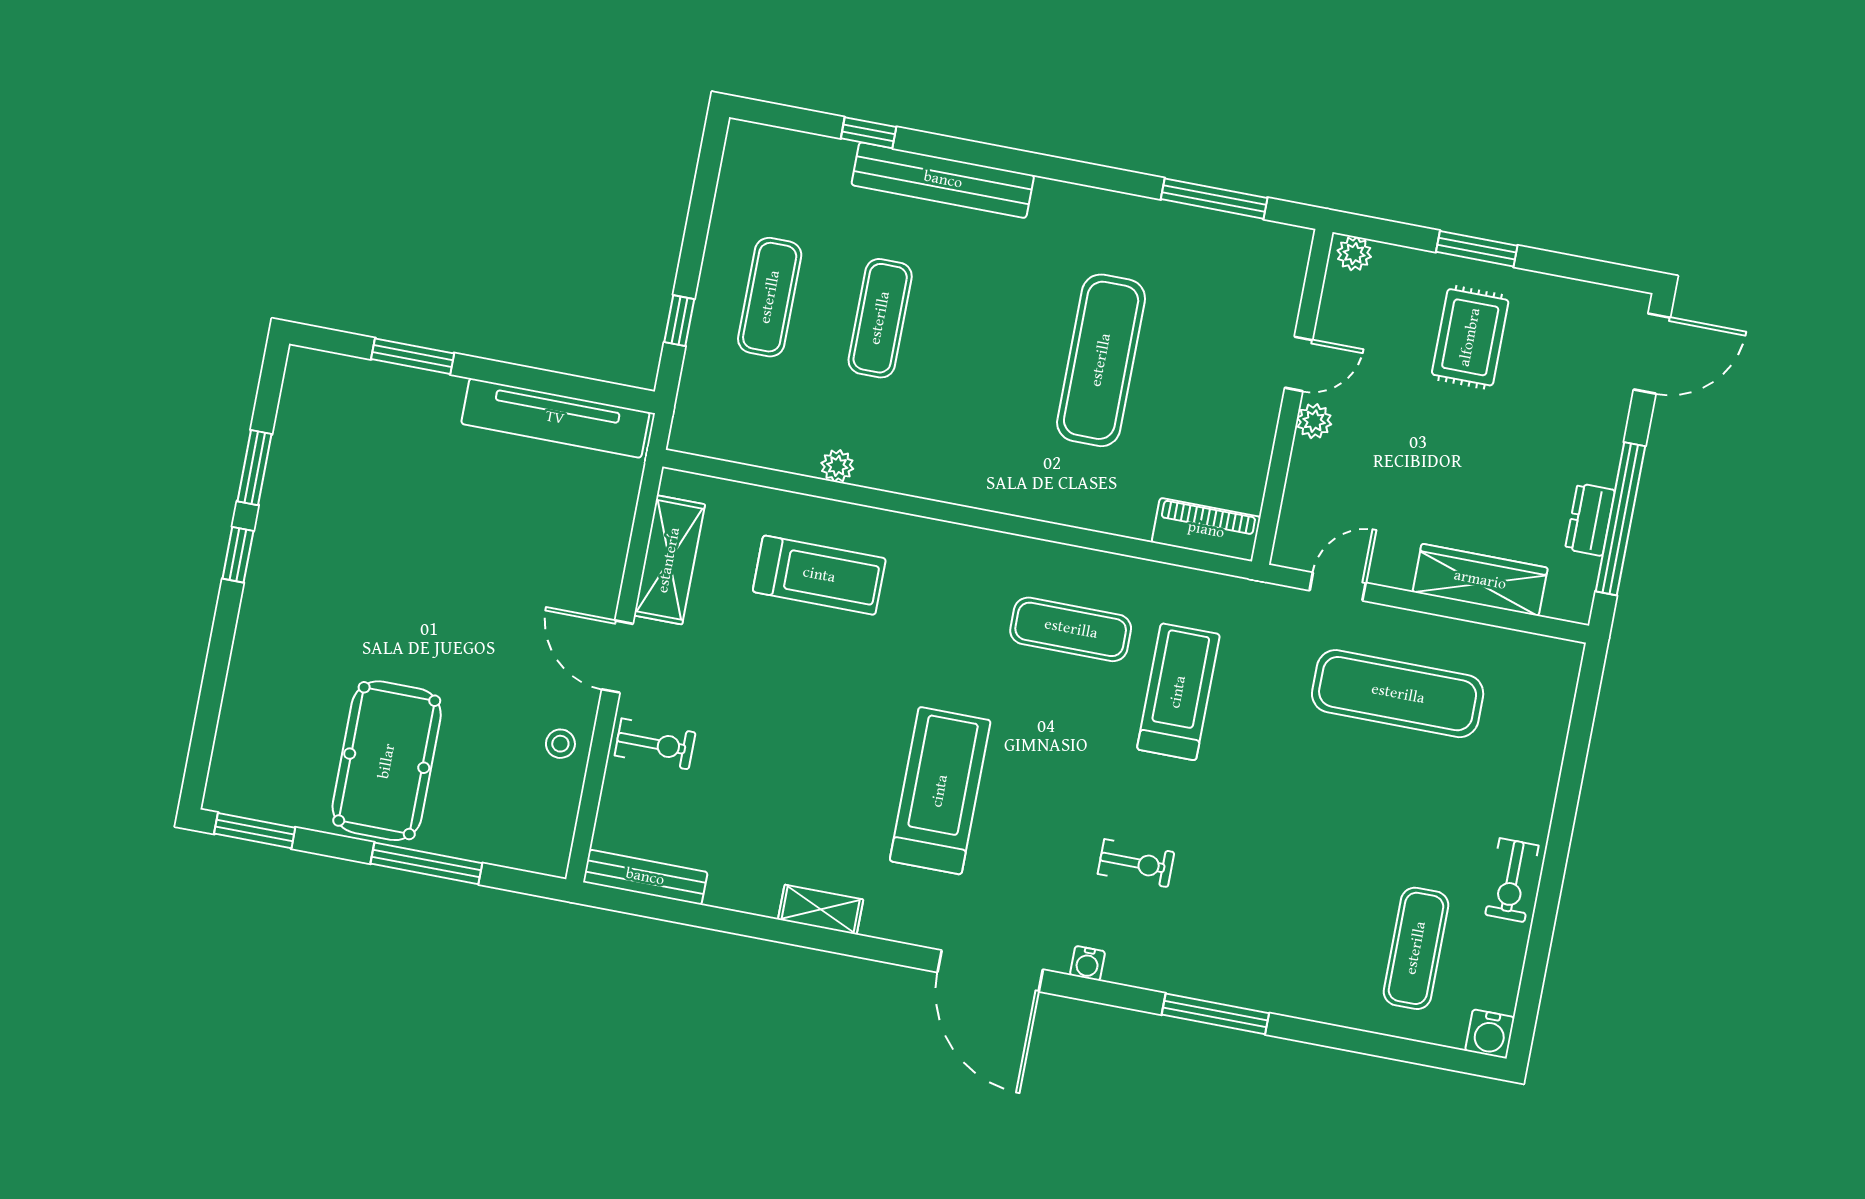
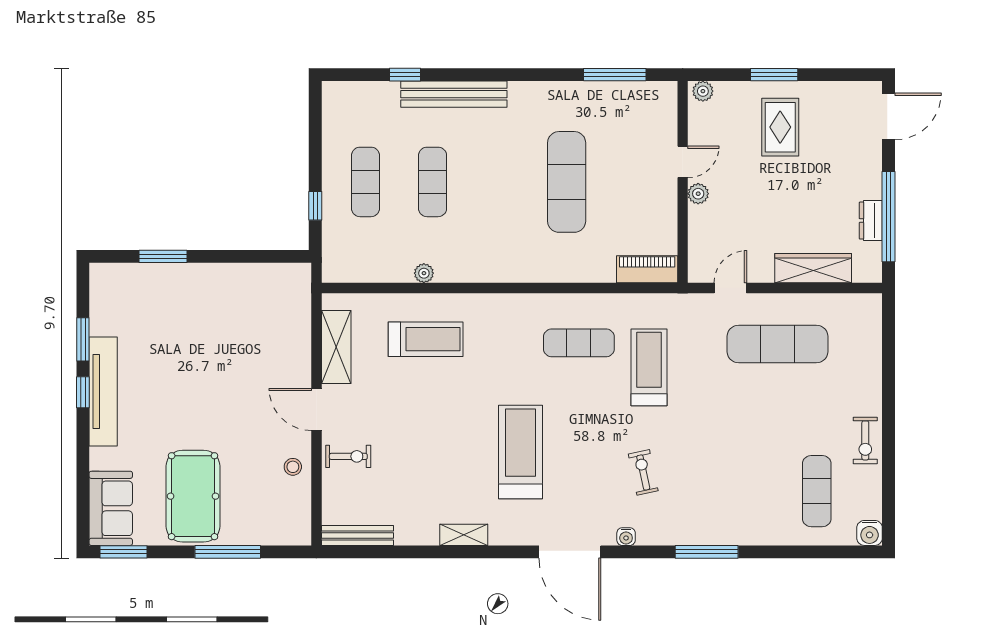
tv unit: (555, 418) -> (103, 391), moved, turned -90
sofa: (247, 755) -> (111, 508), added
exercise bike: (1136, 863) -> (643, 472), turned -102

